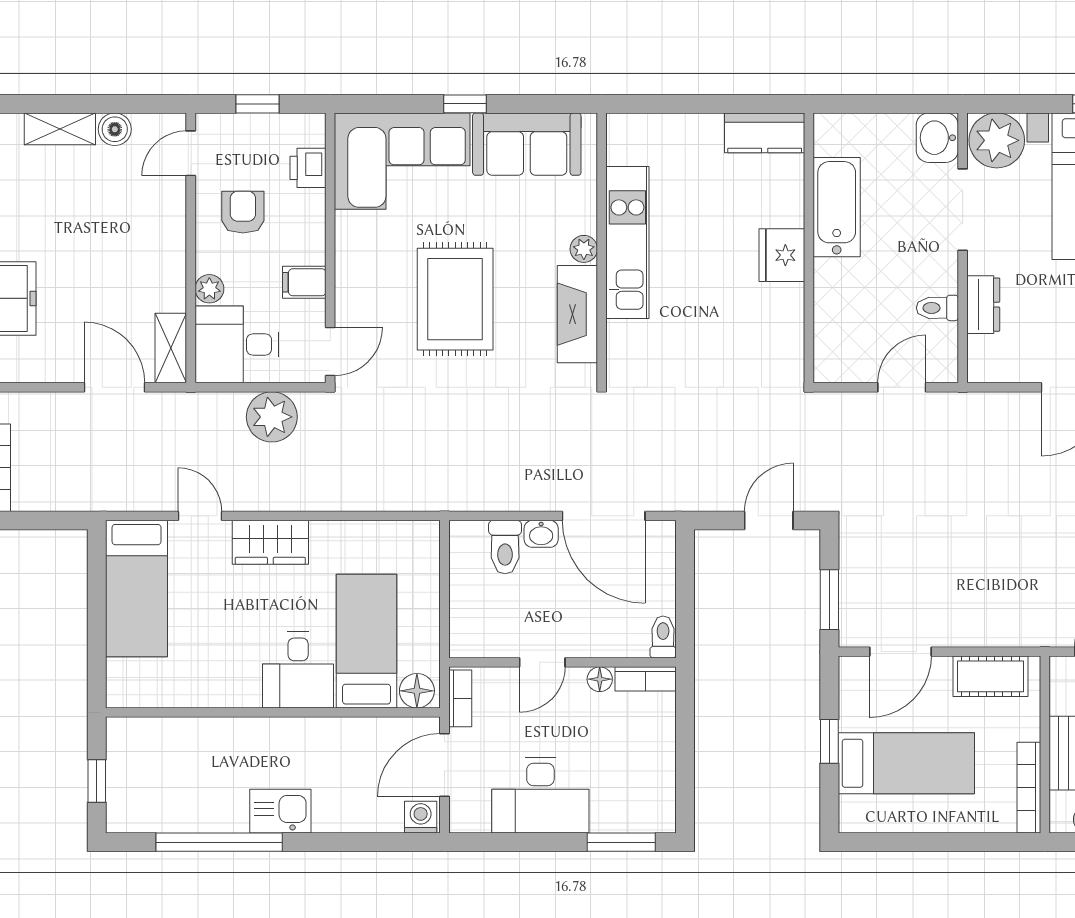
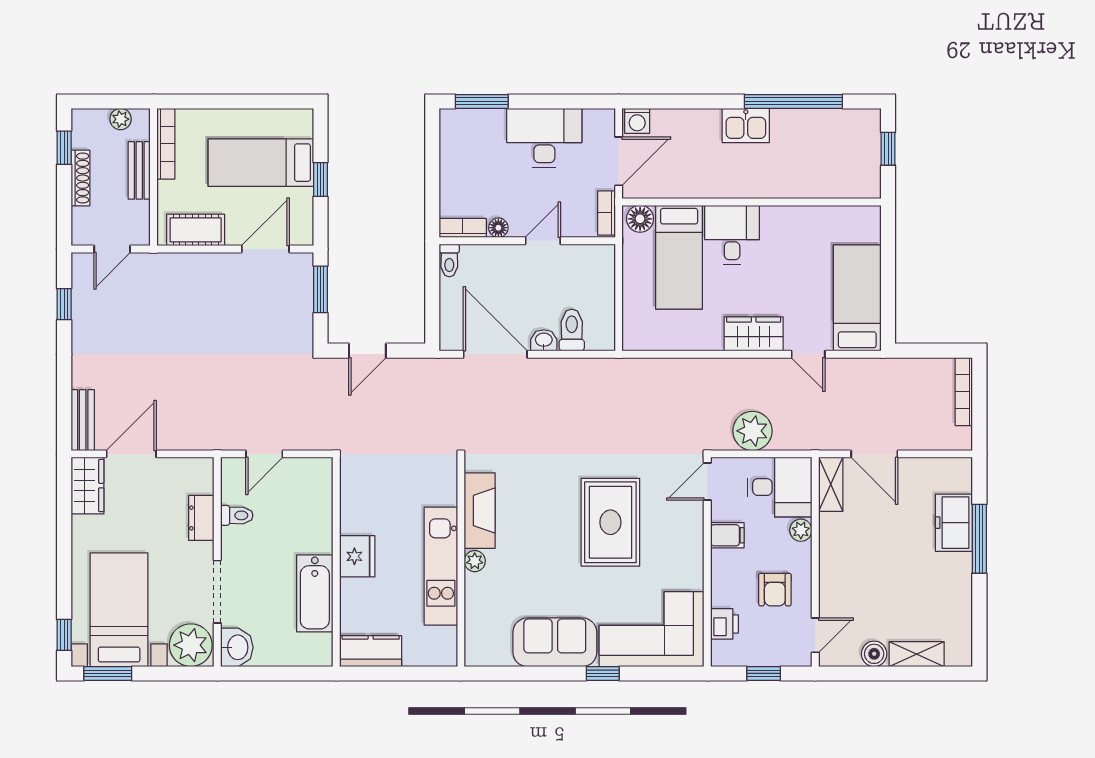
kitchen unit: (627, 242) -> (441, 566), moved
wall: (602, 248) -> (461, 562), moved
plant: (584, 249) -> (475, 561), moved
fireplace: (577, 314) -> (480, 511), moved

